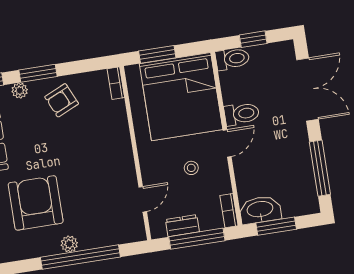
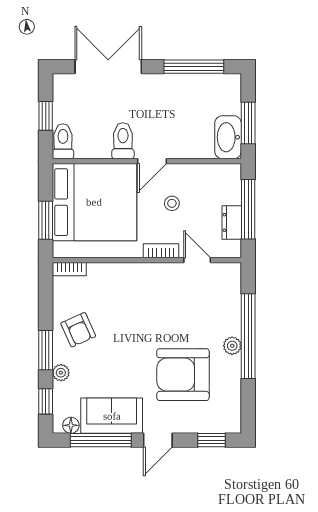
door: (227, 143) -> (152, 161), swing flipped
bookcase: (229, 211) -> (161, 251), moved, turned 180

